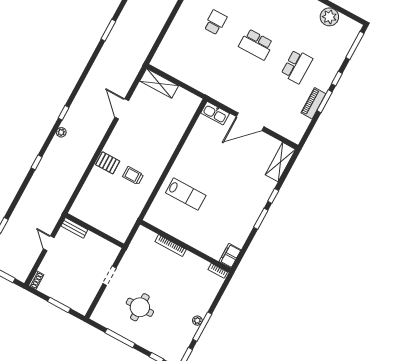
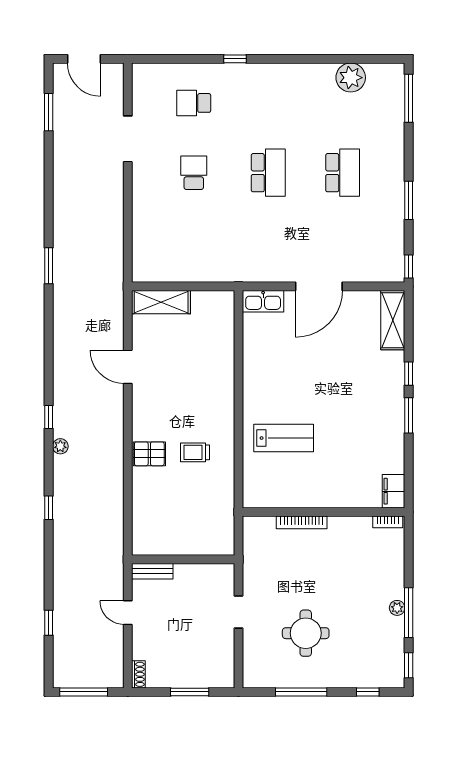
school desk: (256, 44) -> (268, 173), turned -90
window: (337, 79) -> (409, 266), moved
piano: (313, 103) -> (394, 212), removed

